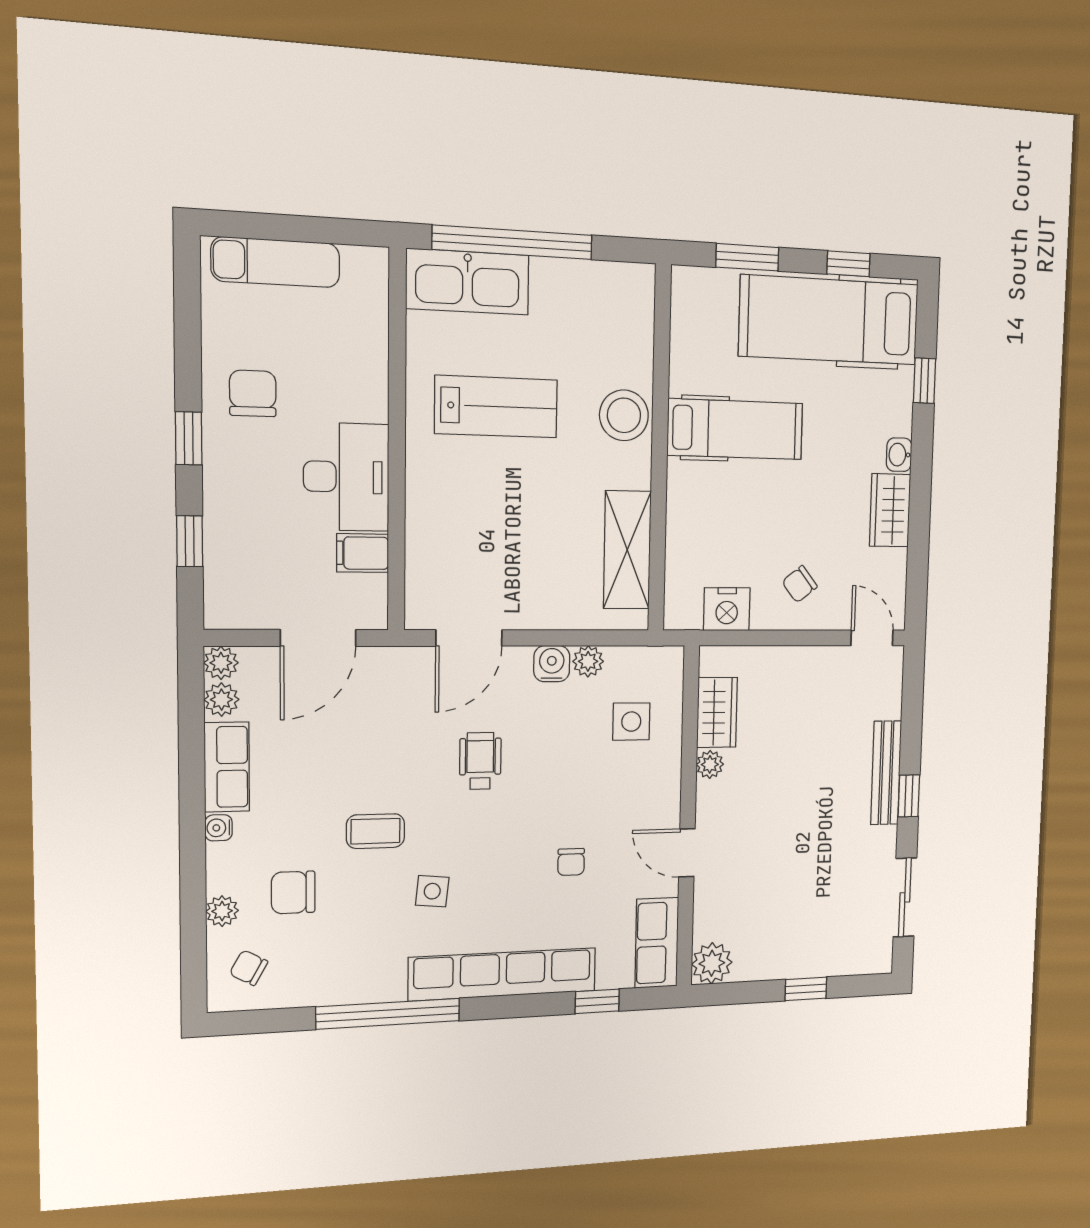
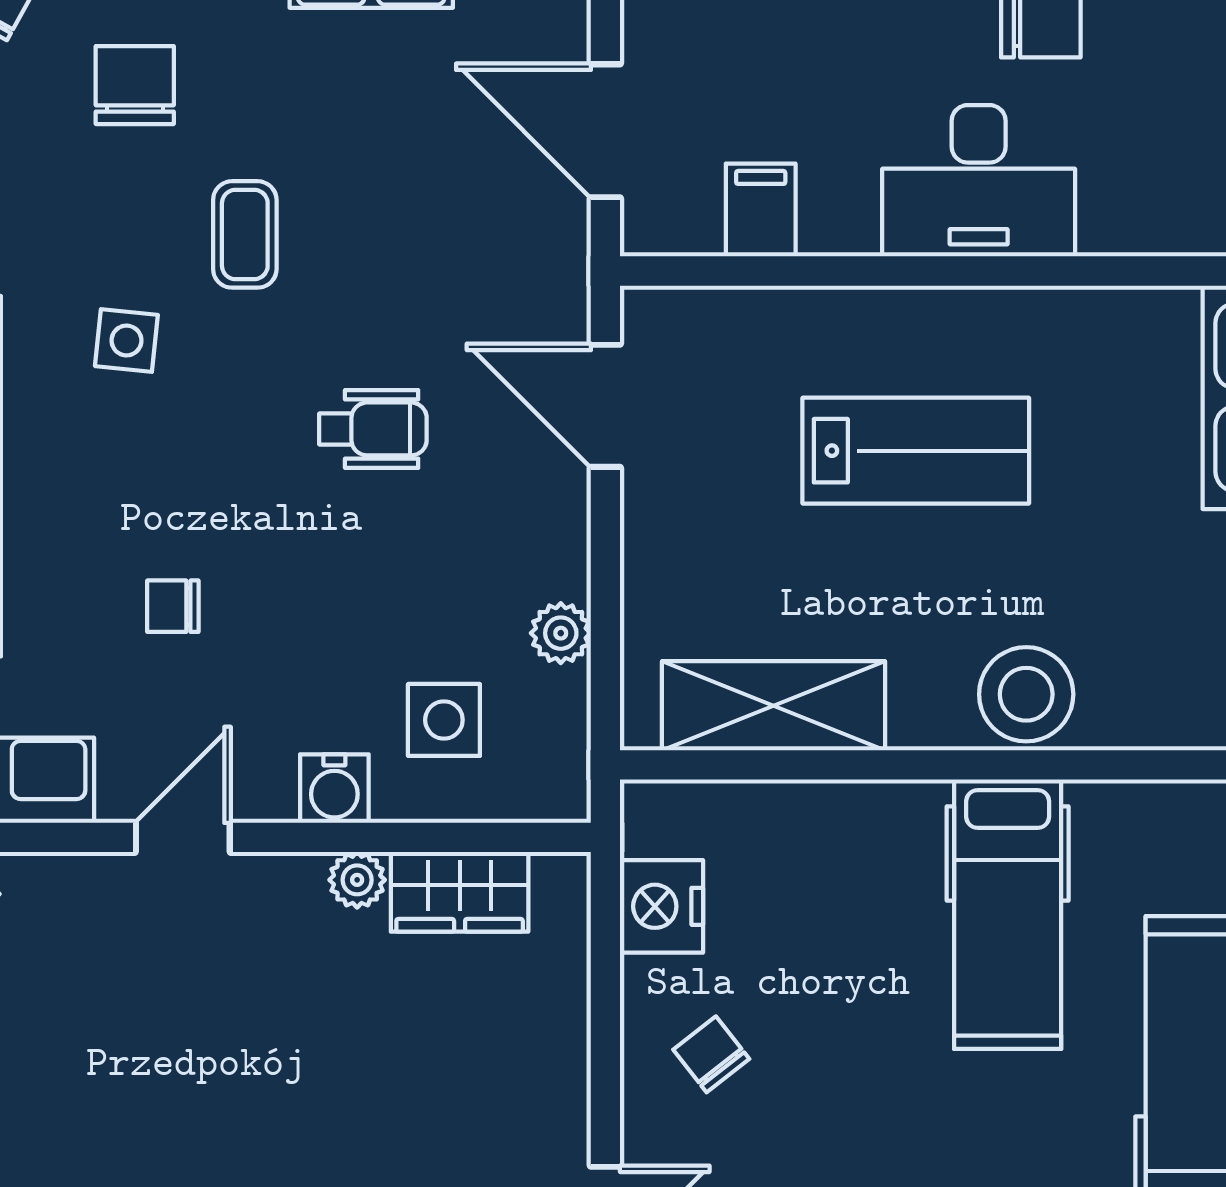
lab bench: (496, 407) -> (916, 451), moved, turned -90
desk: (346, 477) -> (979, 181), moved
water cooler: (552, 664) -> (334, 789), moved, turned 90

